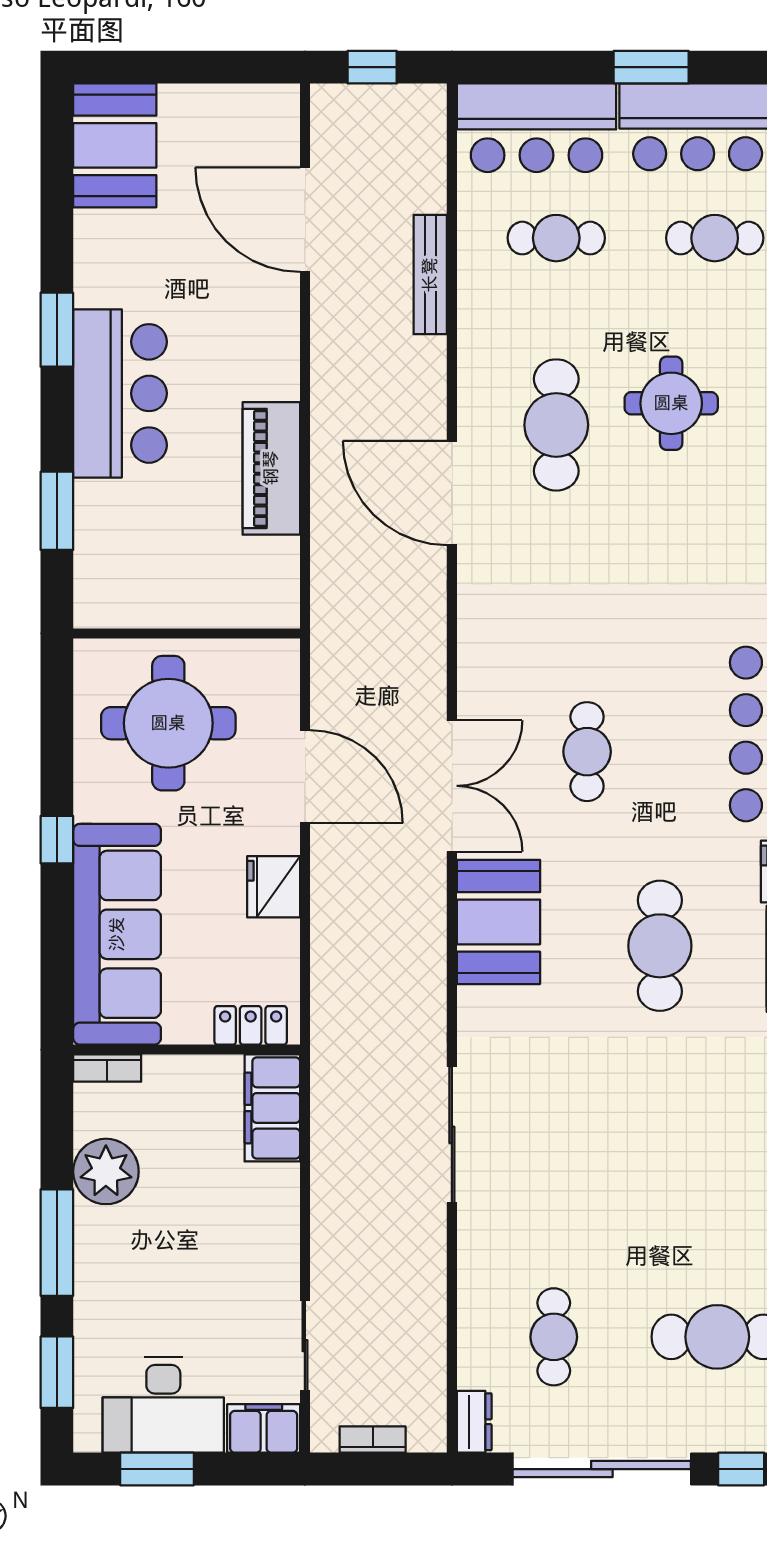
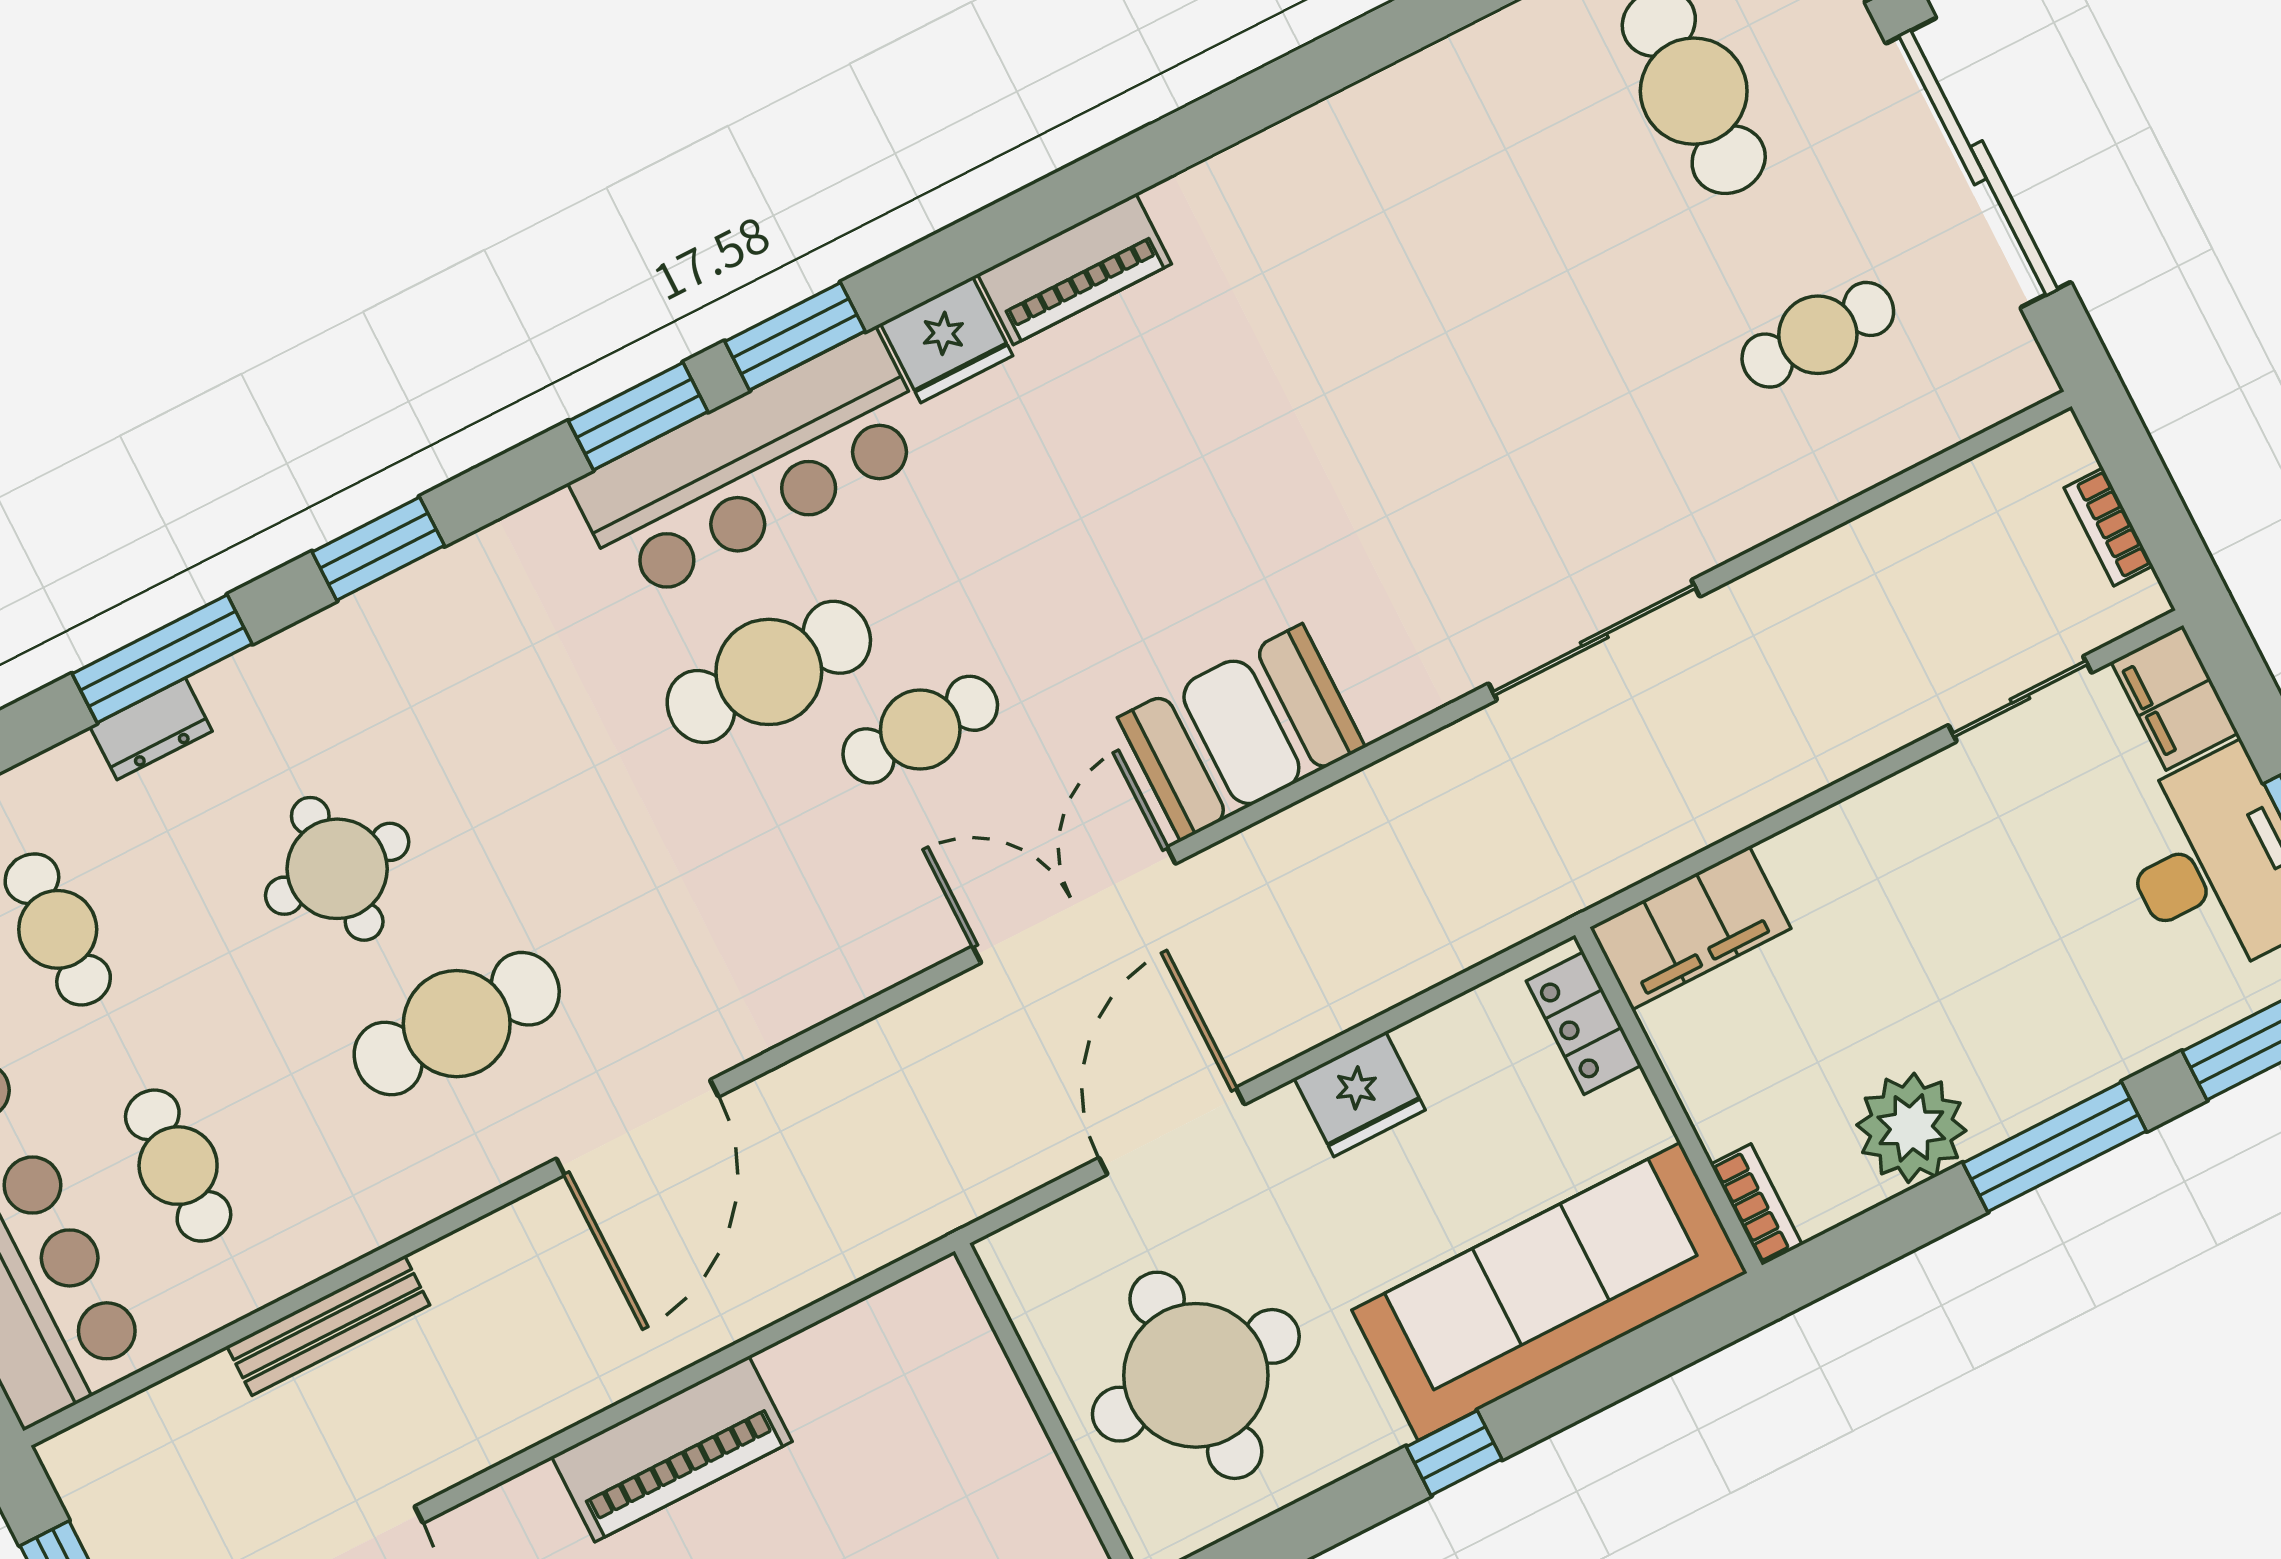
piano: (271, 468) -> (672, 1449), moved
cafe table: (660, 946) -> (769, 672), moved
dresser: (474, 1422) -> (2005, 389), removed

